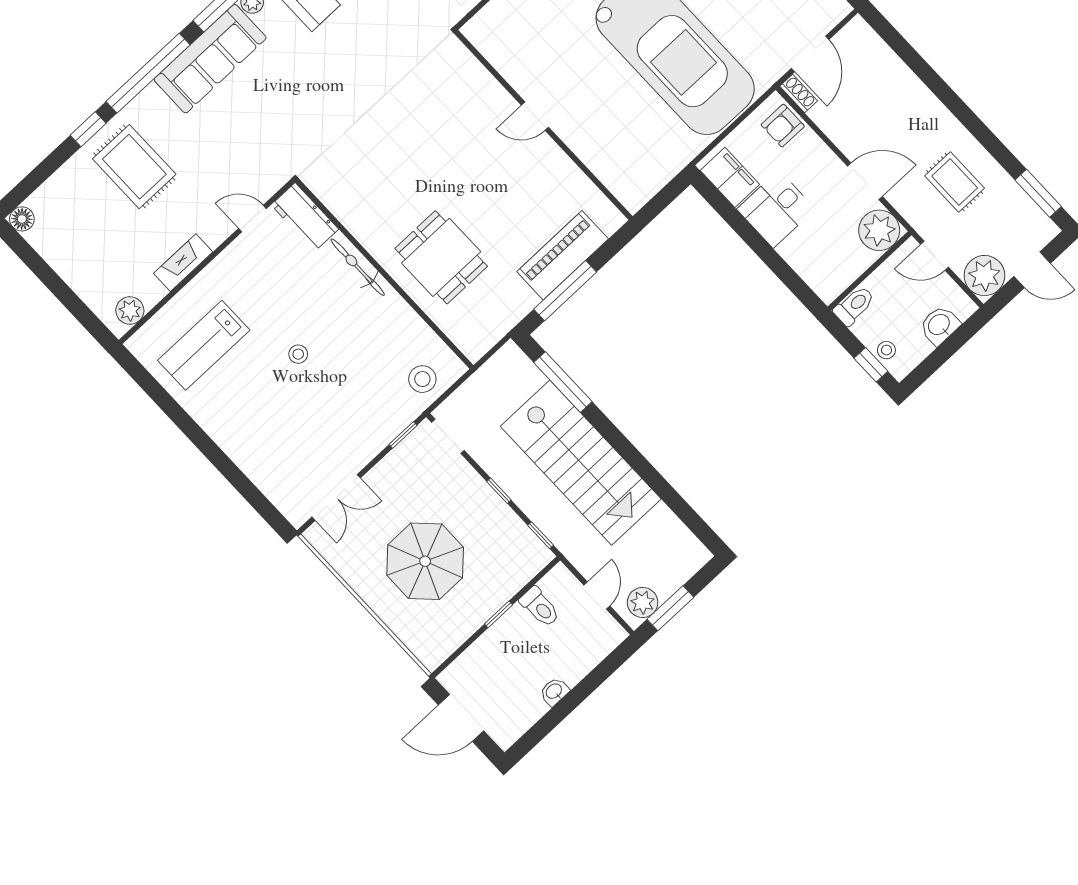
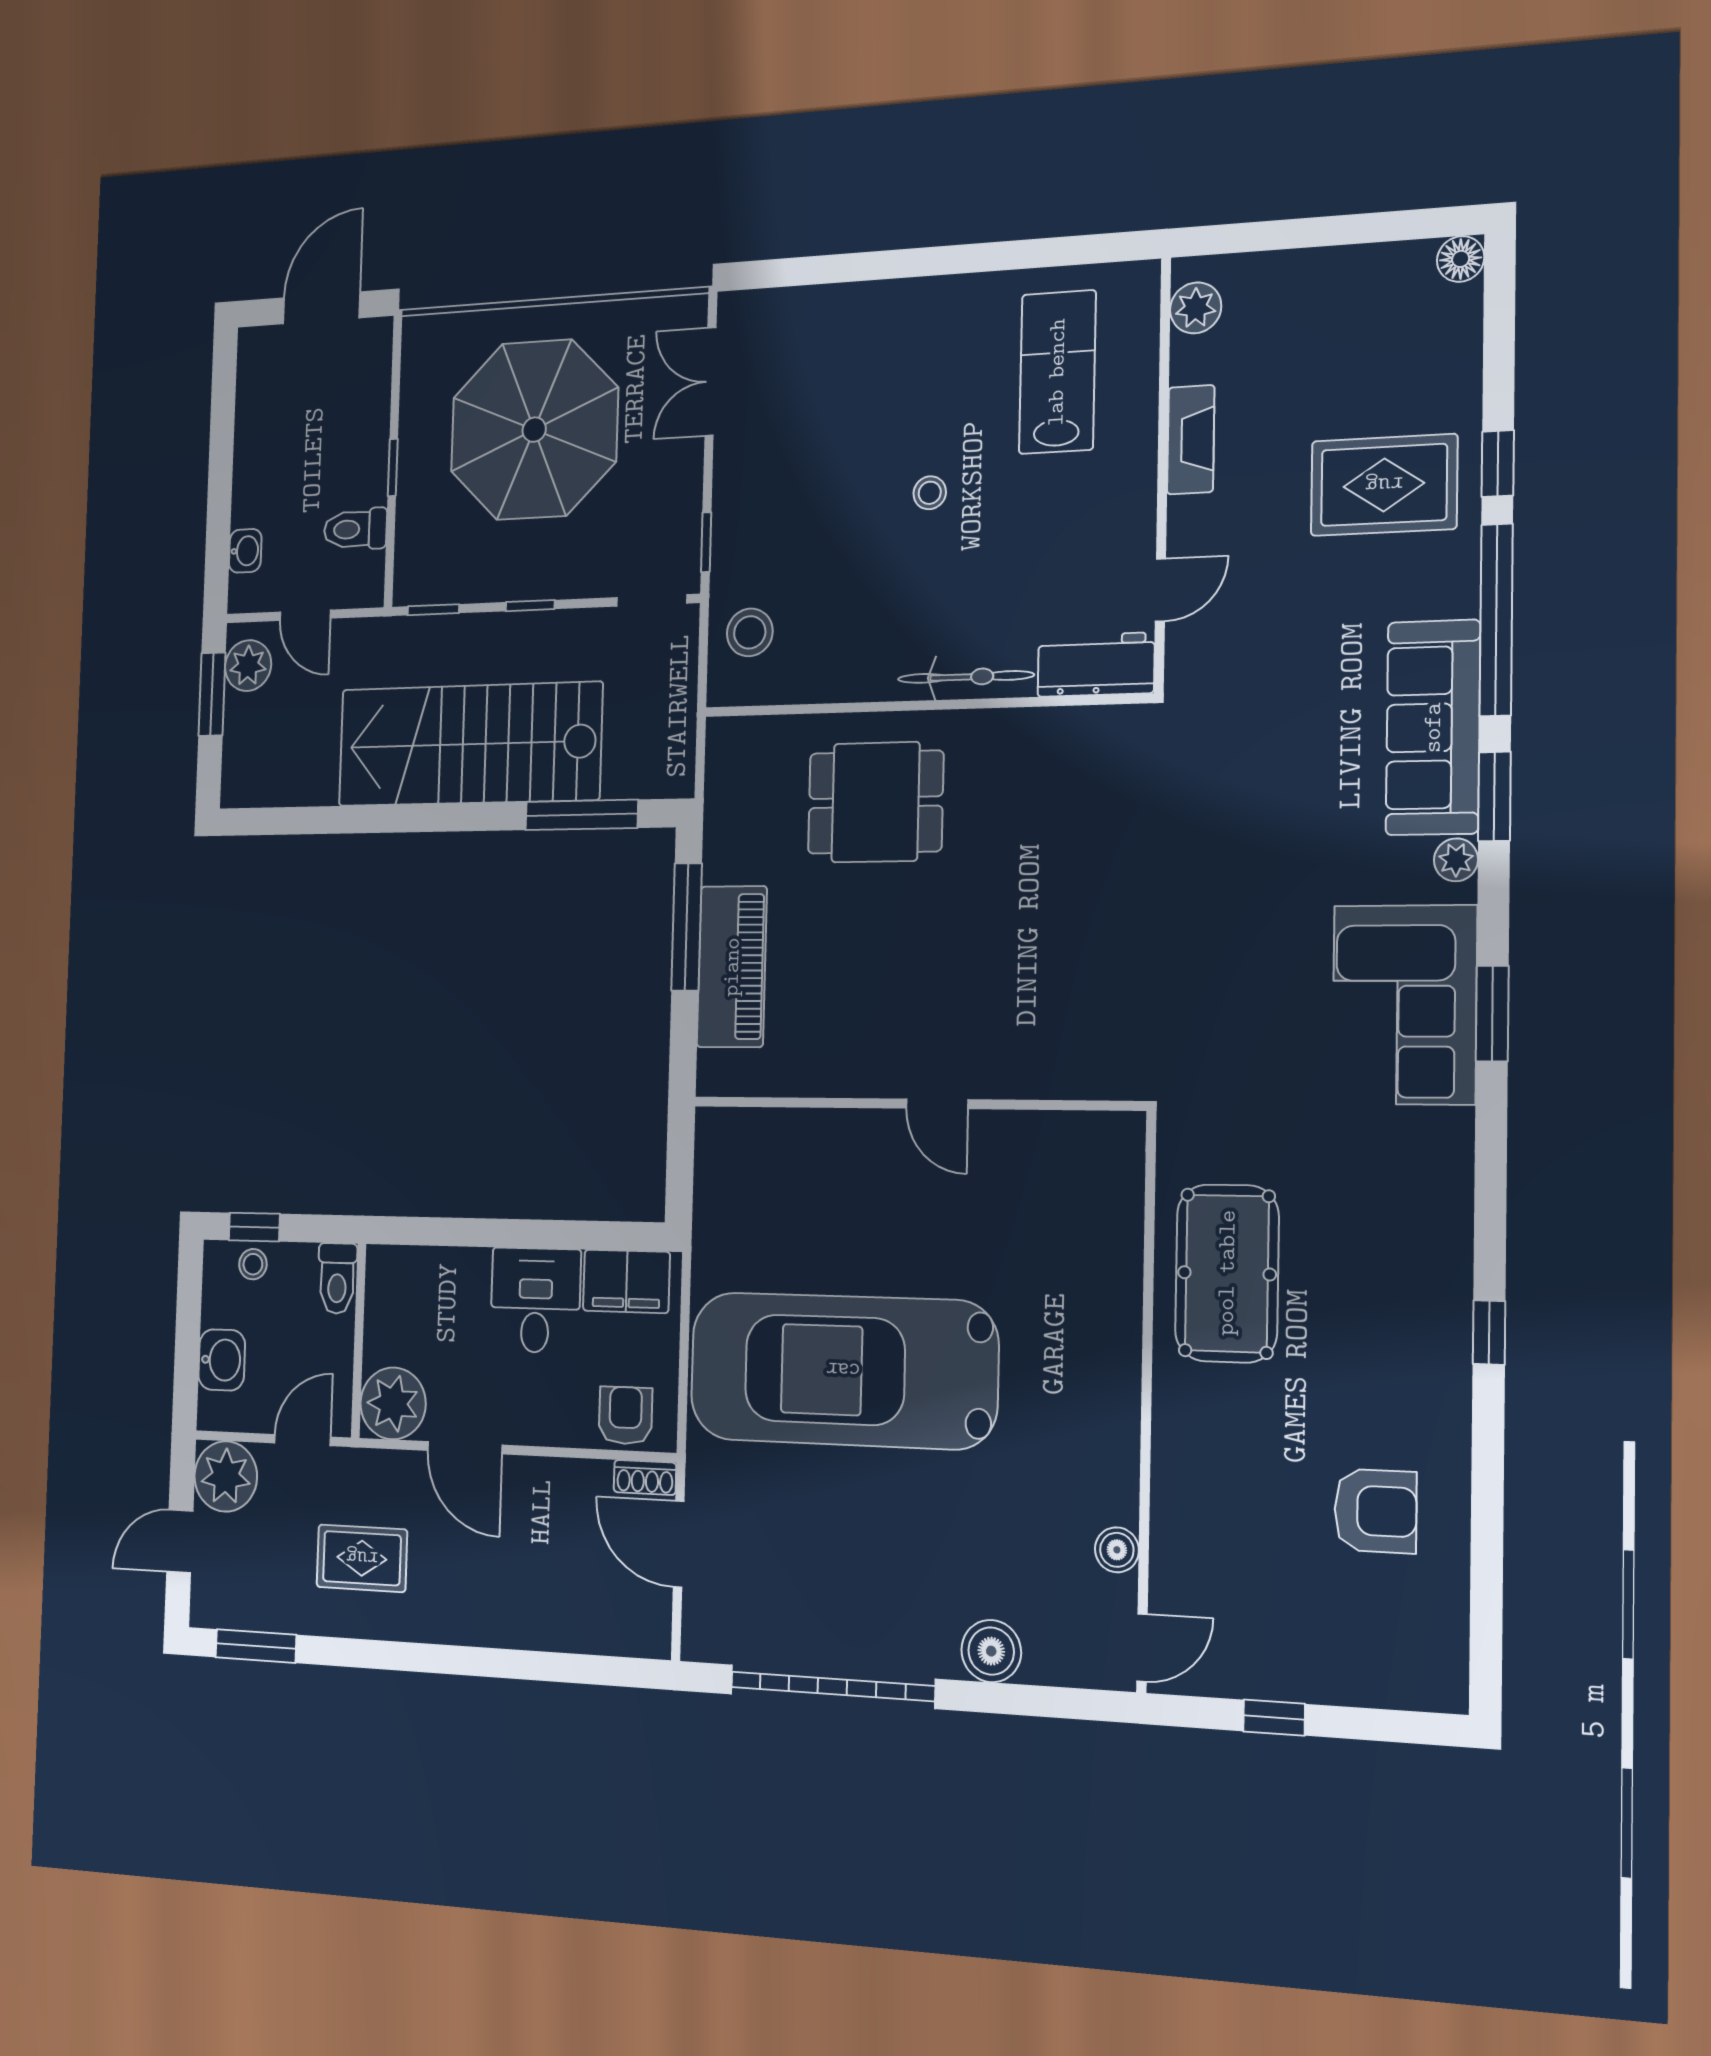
door: (535, 116) -> (937, 1104), swing flipped
door: (865, 181) -> (465, 1448), hinge flipped
parasol: (425, 561) -> (534, 430), width x1.36, depth x1.36
washbasin: (554, 692) -> (245, 551), moved

